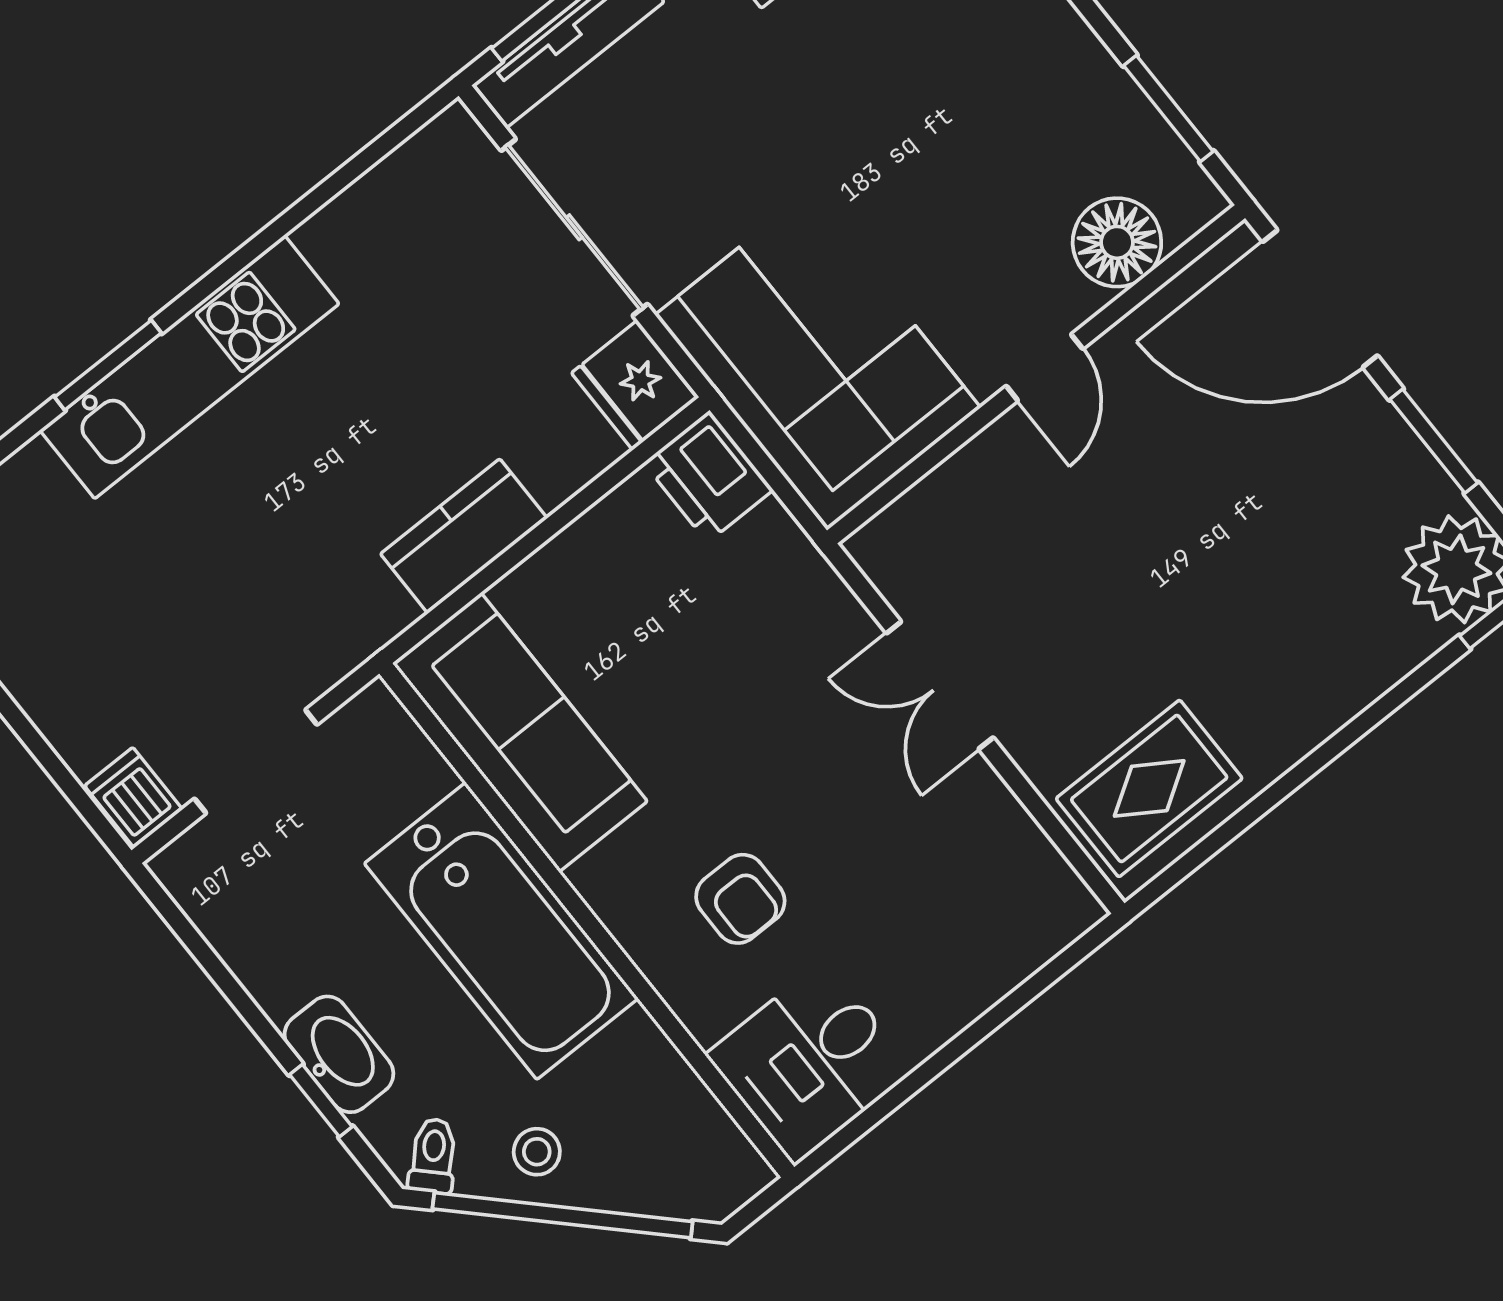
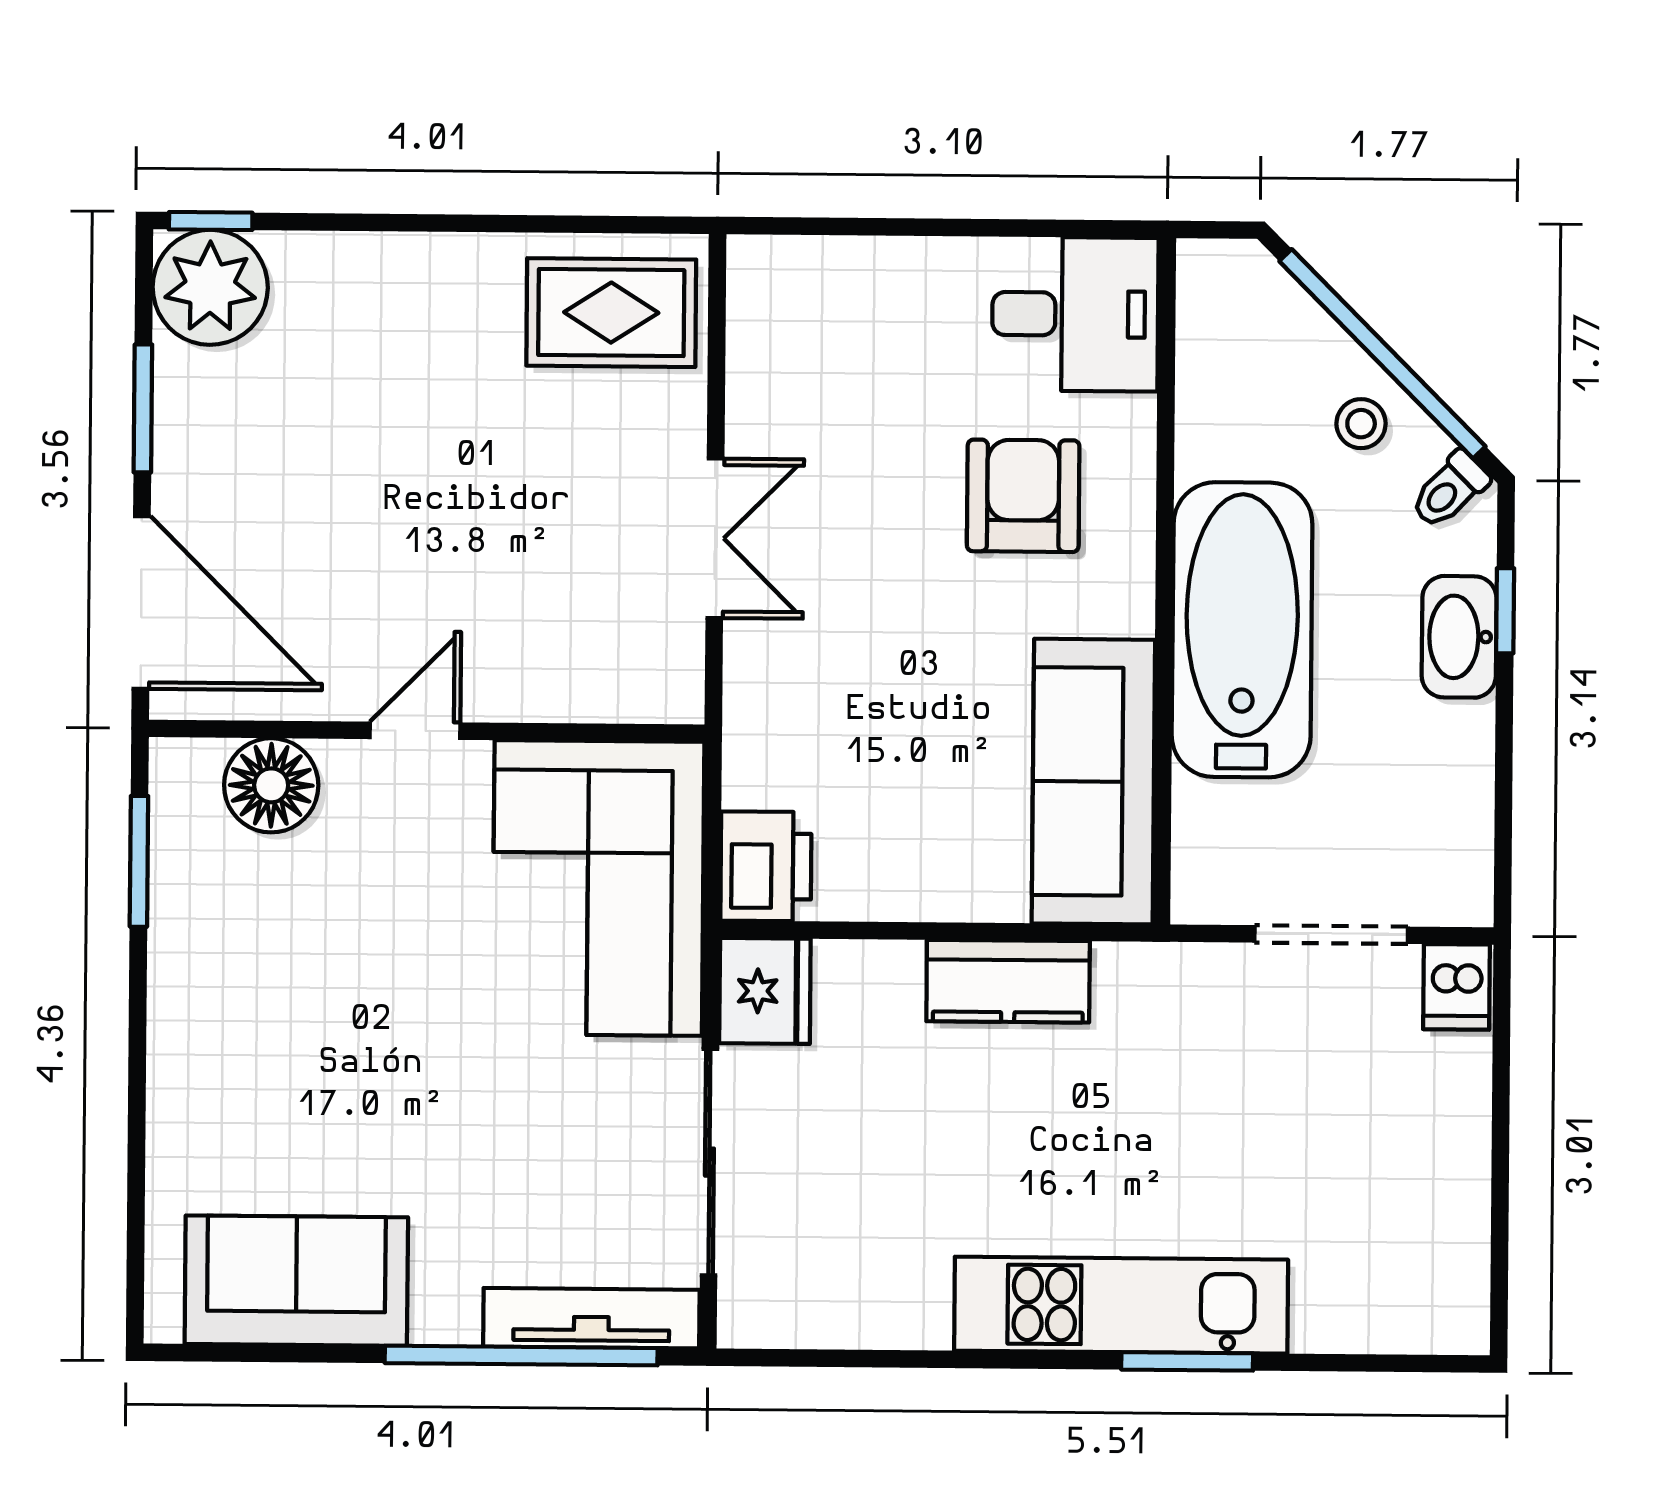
armchair: (740, 899) -> (1023, 496), width x1.38, depth x1.38

